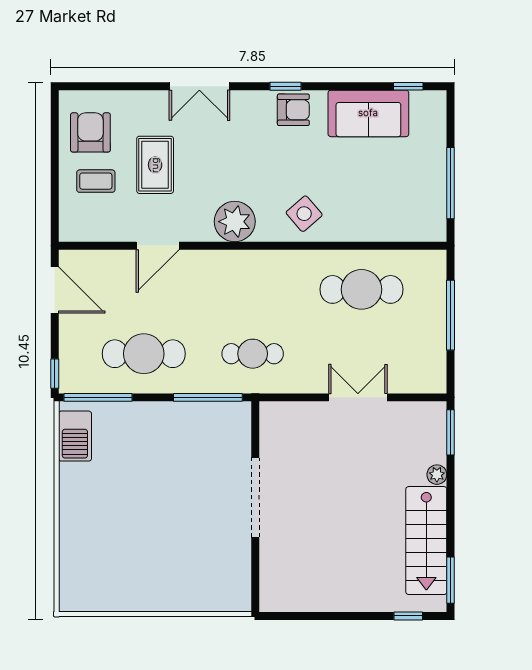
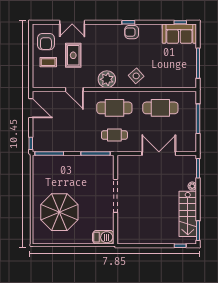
double door: (199, 86) -> (72, 22), moved
armchair: (293, 110) -> (132, 32), turned 180
sofa: (368, 113) -> (179, 34), moved
armchair: (90, 132) -> (46, 42), turned 180
door: (158, 246) -> (74, 89), hinge flipped
cafe table: (144, 354) -> (114, 108), moved
double door: (358, 397) -> (159, 153), width x1.37
barbecue: (75, 436) -> (103, 237), moved, turned -90
parasol: (122, 536) -> (59, 212), added

